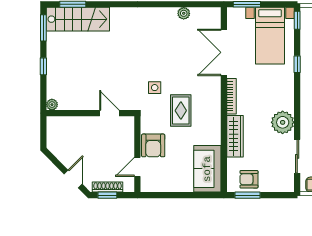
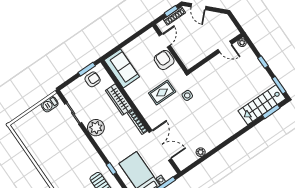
rug: (181, 111) -> (162, 92), turned 90
door: (109, 113) -> (225, 47), moved

